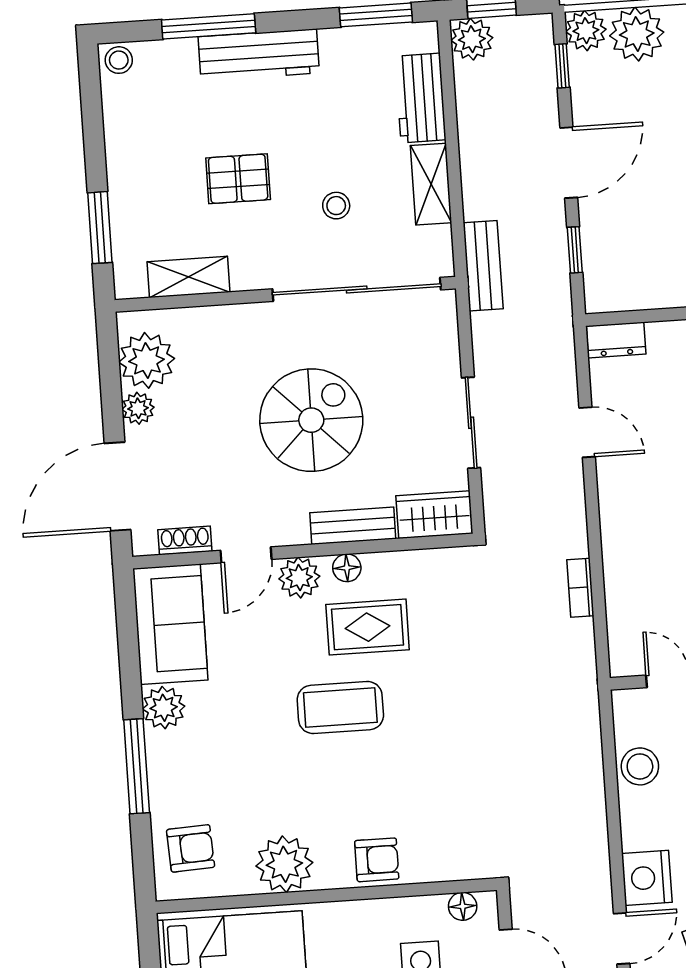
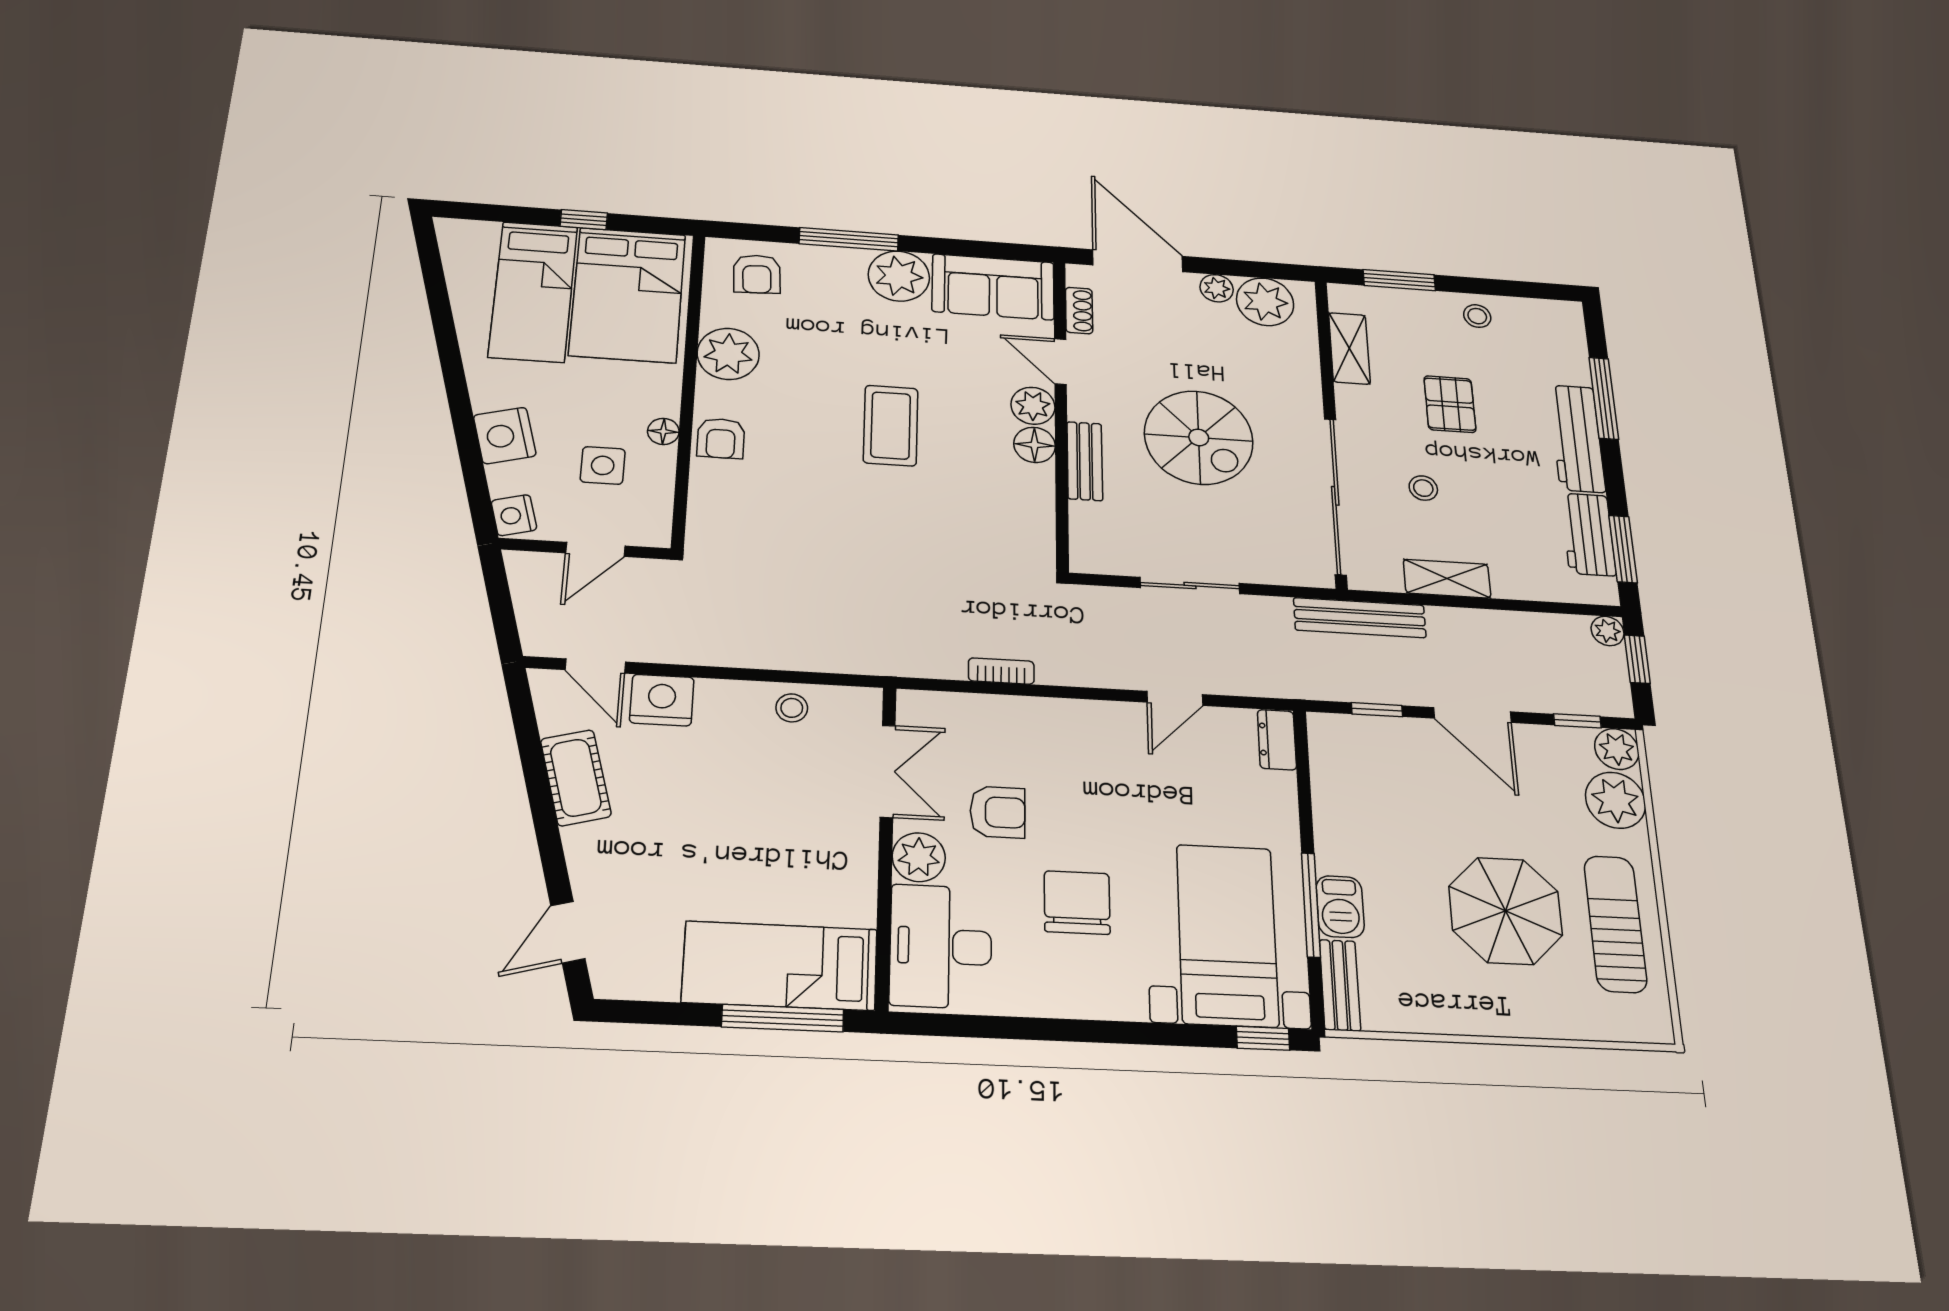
plant: (472, 39) -> (1608, 631), width x0.73, depth x0.73
stool: (119, 60) -> (1477, 316), moved
workbench: (421, 98) -> (1588, 534), moved, turned -90
bench: (483, 266) -> (1360, 618), width x1.36
wardrobe: (434, 515) -> (1092, 538), removed
floor lamp: (347, 568) -> (1035, 445), width x1.37, depth x1.37
rug: (368, 627) -> (975, 461), removed
plant: (164, 708) -> (899, 276), width x1.36, depth x1.36
stool: (640, 766) -> (792, 708), width x0.73, depth x0.73
floor lamp: (463, 906) -> (663, 431), moved

